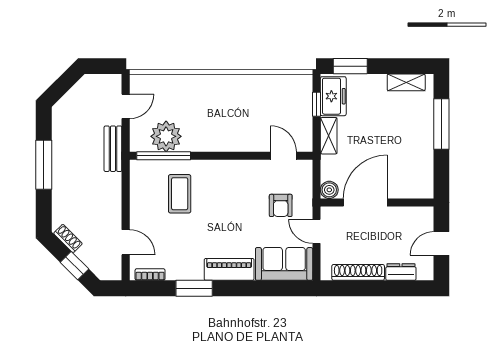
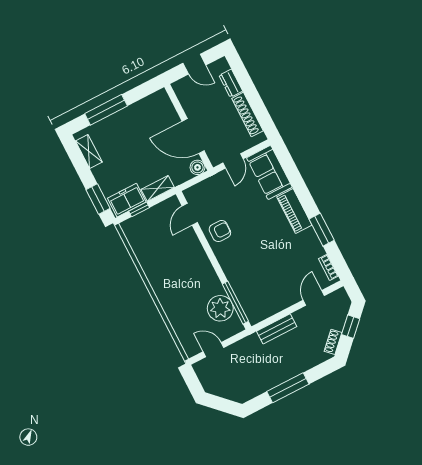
bench: (113, 149) -> (277, 329), moved
coffee table: (180, 194) -> (257, 276), removed
armchair: (281, 205) -> (220, 231), moved

